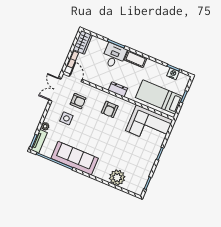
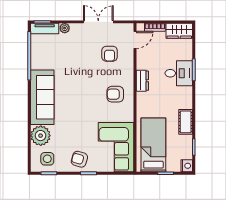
cot: (136, 59) -> (186, 122), moved
nightstand: (173, 74) -> (187, 166), moved
dresser: (118, 89) -> (142, 81), moved
double door: (55, 90) -> (98, 22), moved
side table: (66, 118) -> (47, 159), moved
armchair: (147, 156) -> (79, 159), added
sofa: (75, 158) -> (42, 97), moved

